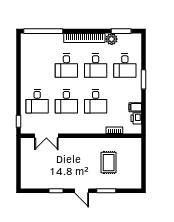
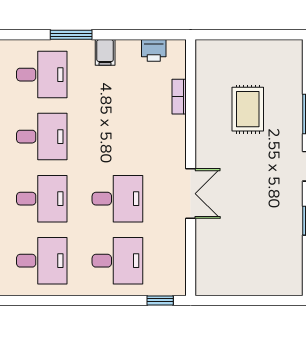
desk: (96, 101) -> (42, 261), moved
filing cabinet: (135, 107) -> (105, 52), moved
double door: (46, 136) -> (191, 194), moved
rug: (109, 163) -> (248, 109), turned 90

